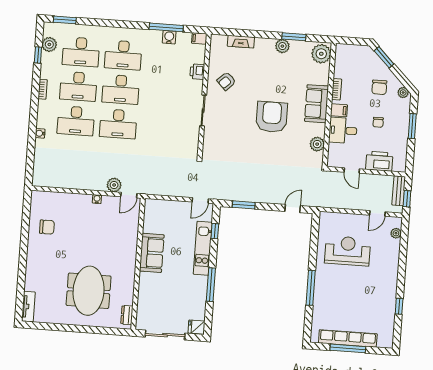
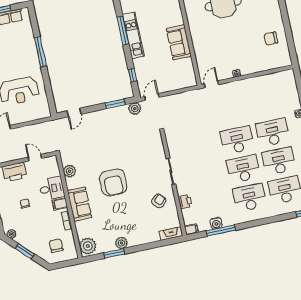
fireplace: (241, 42) -> (171, 234), moved
window: (384, 57) -> (25, 251), moved
chair: (379, 87) -> (56, 246), moved
plant: (114, 185) -> (135, 109), moved
kitchen unit: (203, 248) -> (133, 35), moved

